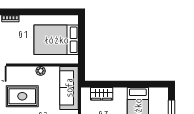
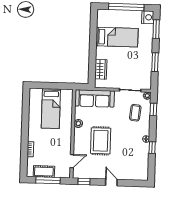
bed: (56, 40) -> (51, 109), width x0.67

